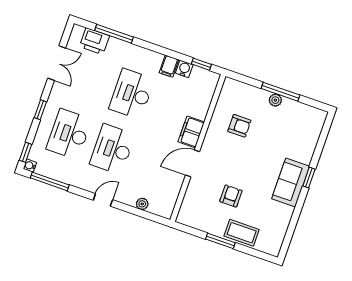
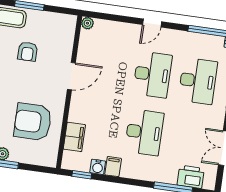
armchair: (239, 126) -> (33, 122), width x1.88, depth x1.88
filing cabinet: (191, 132) -> (74, 137), moved
plant: (142, 204) -> (87, 23), moved

